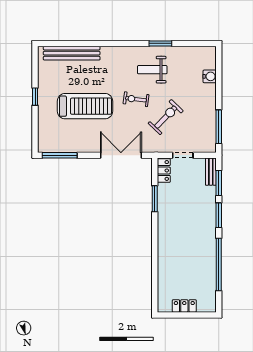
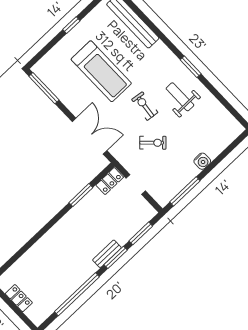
window: (160, 43) -> (191, 67), moved
water cooler: (210, 76) -> (202, 161), moved
exercise bike: (166, 117) -> (153, 143), width x0.73, depth x0.72
bench: (211, 172) -> (107, 254), moved

